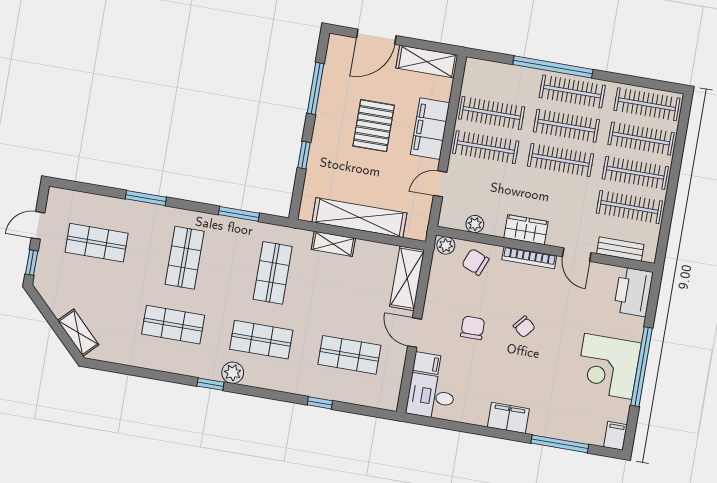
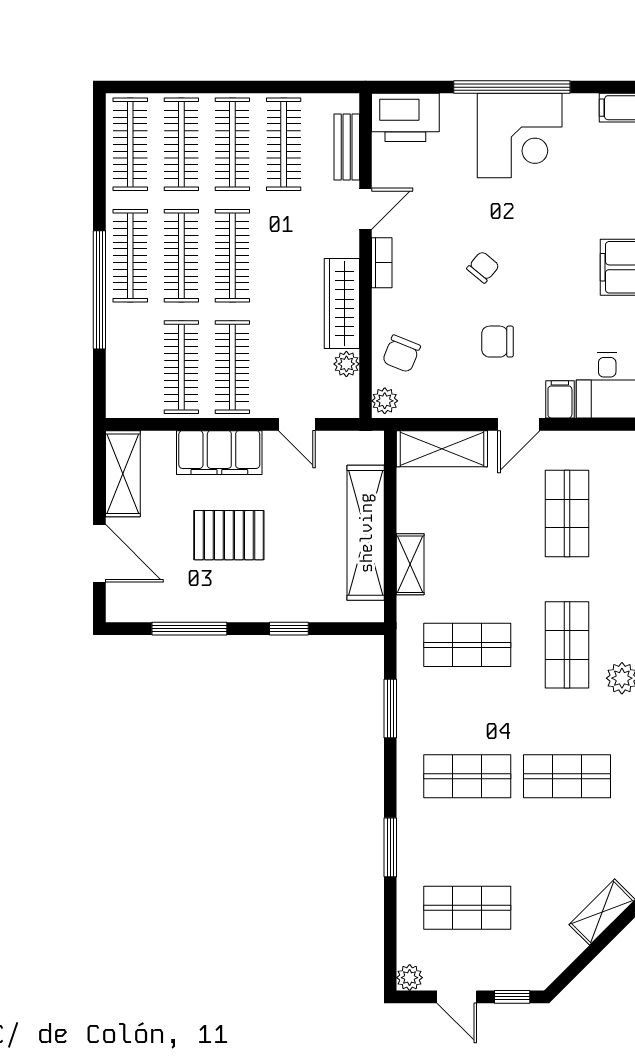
plant: (56, 196) -> (410, 978), added
wardrobe: (526, 230) -> (342, 304), width x1.50
shop shelf: (97, 243) -> (467, 908), turned 90
bookcase: (529, 258) -> (382, 263), width x0.64
shop shelf: (173, 325) -> (567, 776), turned 90

